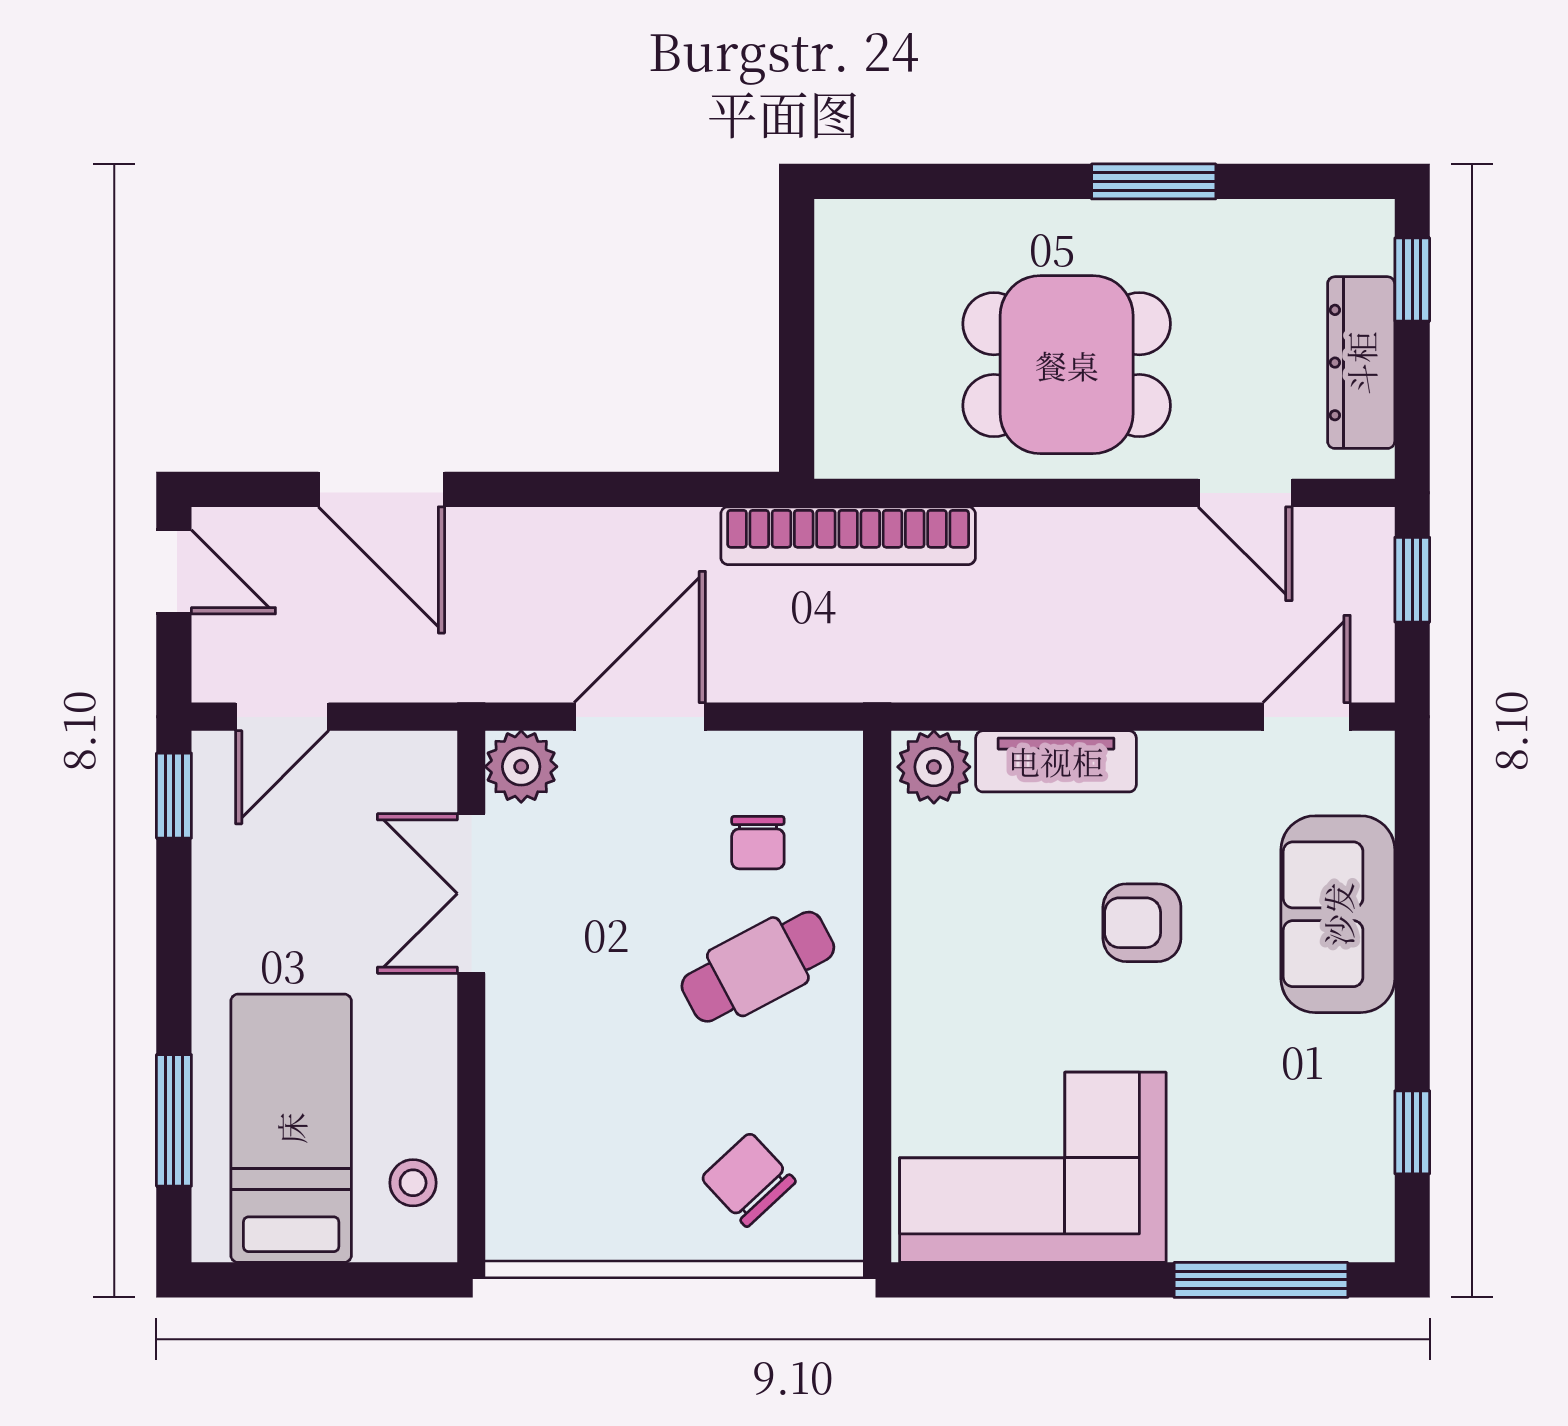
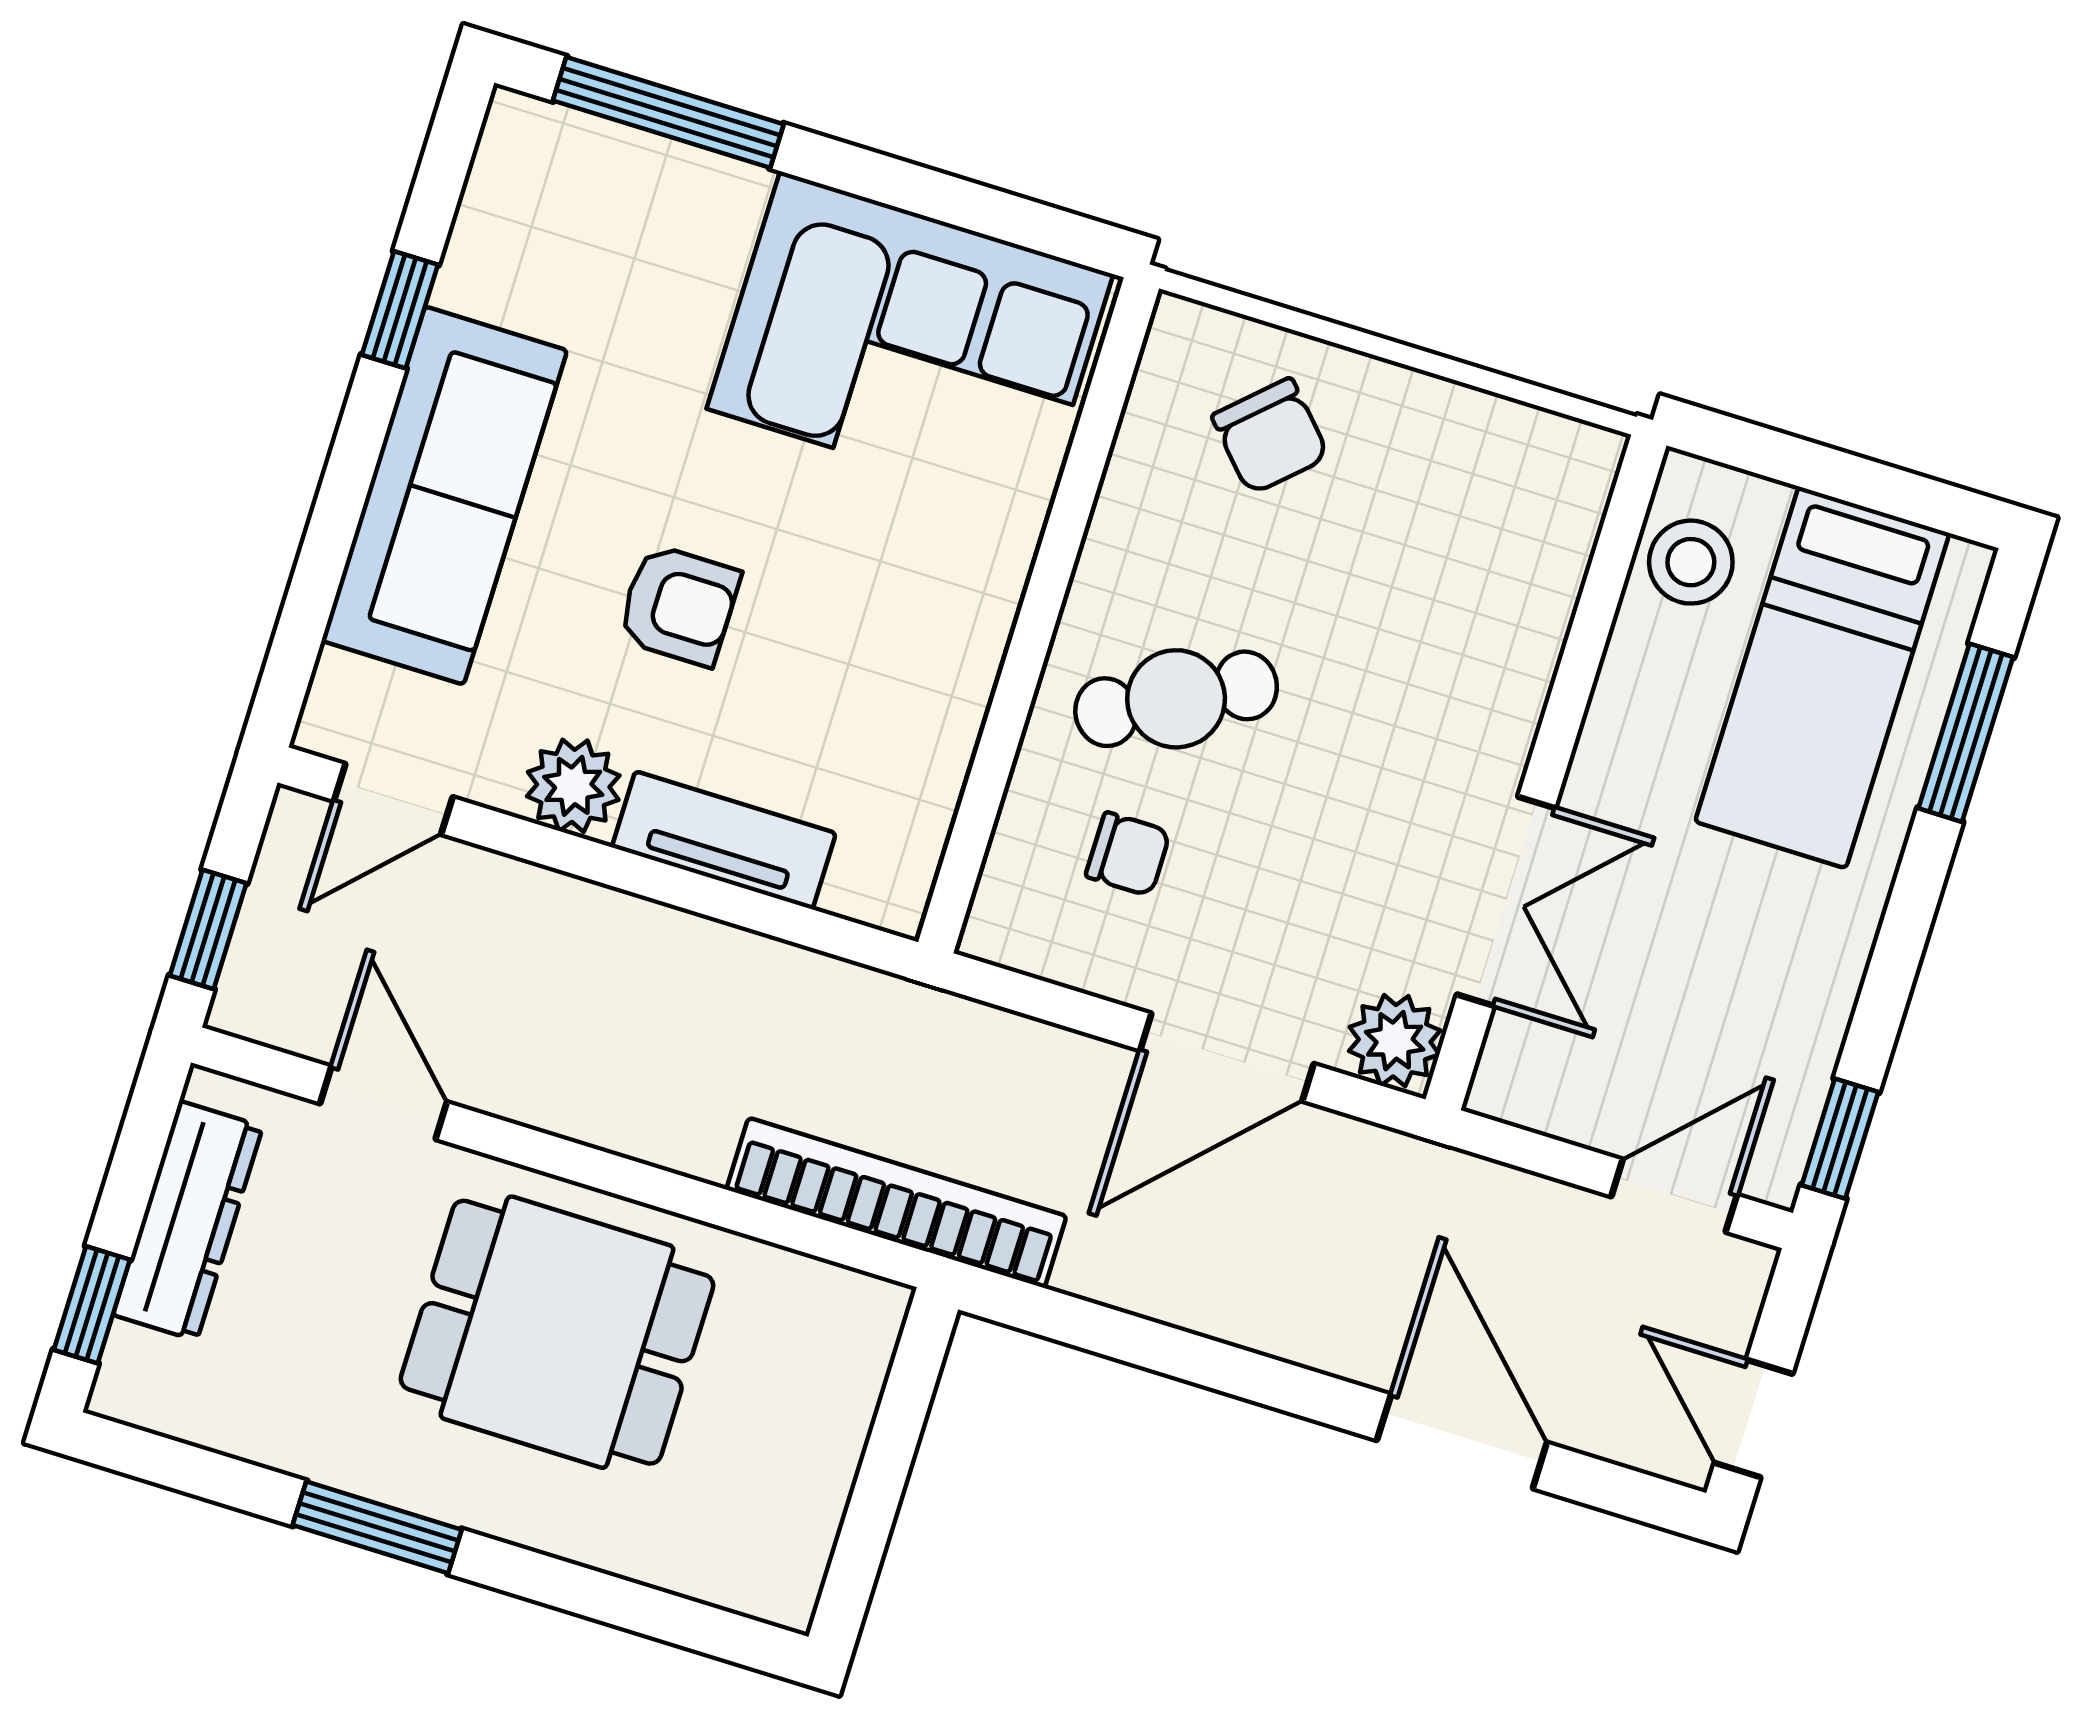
plant: (934, 767) -> (573, 786), moved
chair: (758, 843) -> (1128, 854), turned 90
sofa: (1338, 914) -> (444, 496), width x1.36
window: (1412, 1132) -> (400, 310), moved
stool: (413, 1183) -> (1691, 562), width x1.37, depth x1.37

